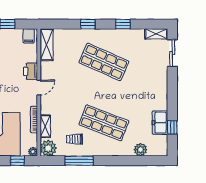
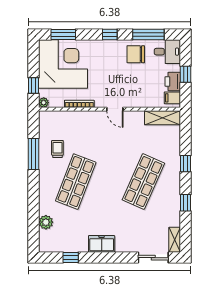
printer: (31, 71) -> (173, 81), moved, turned -90
freezer: (160, 123) -> (102, 244), moved
shelving: (45, 126) -> (72, 116), removed
plant: (48, 148) -> (48, 120), removed

